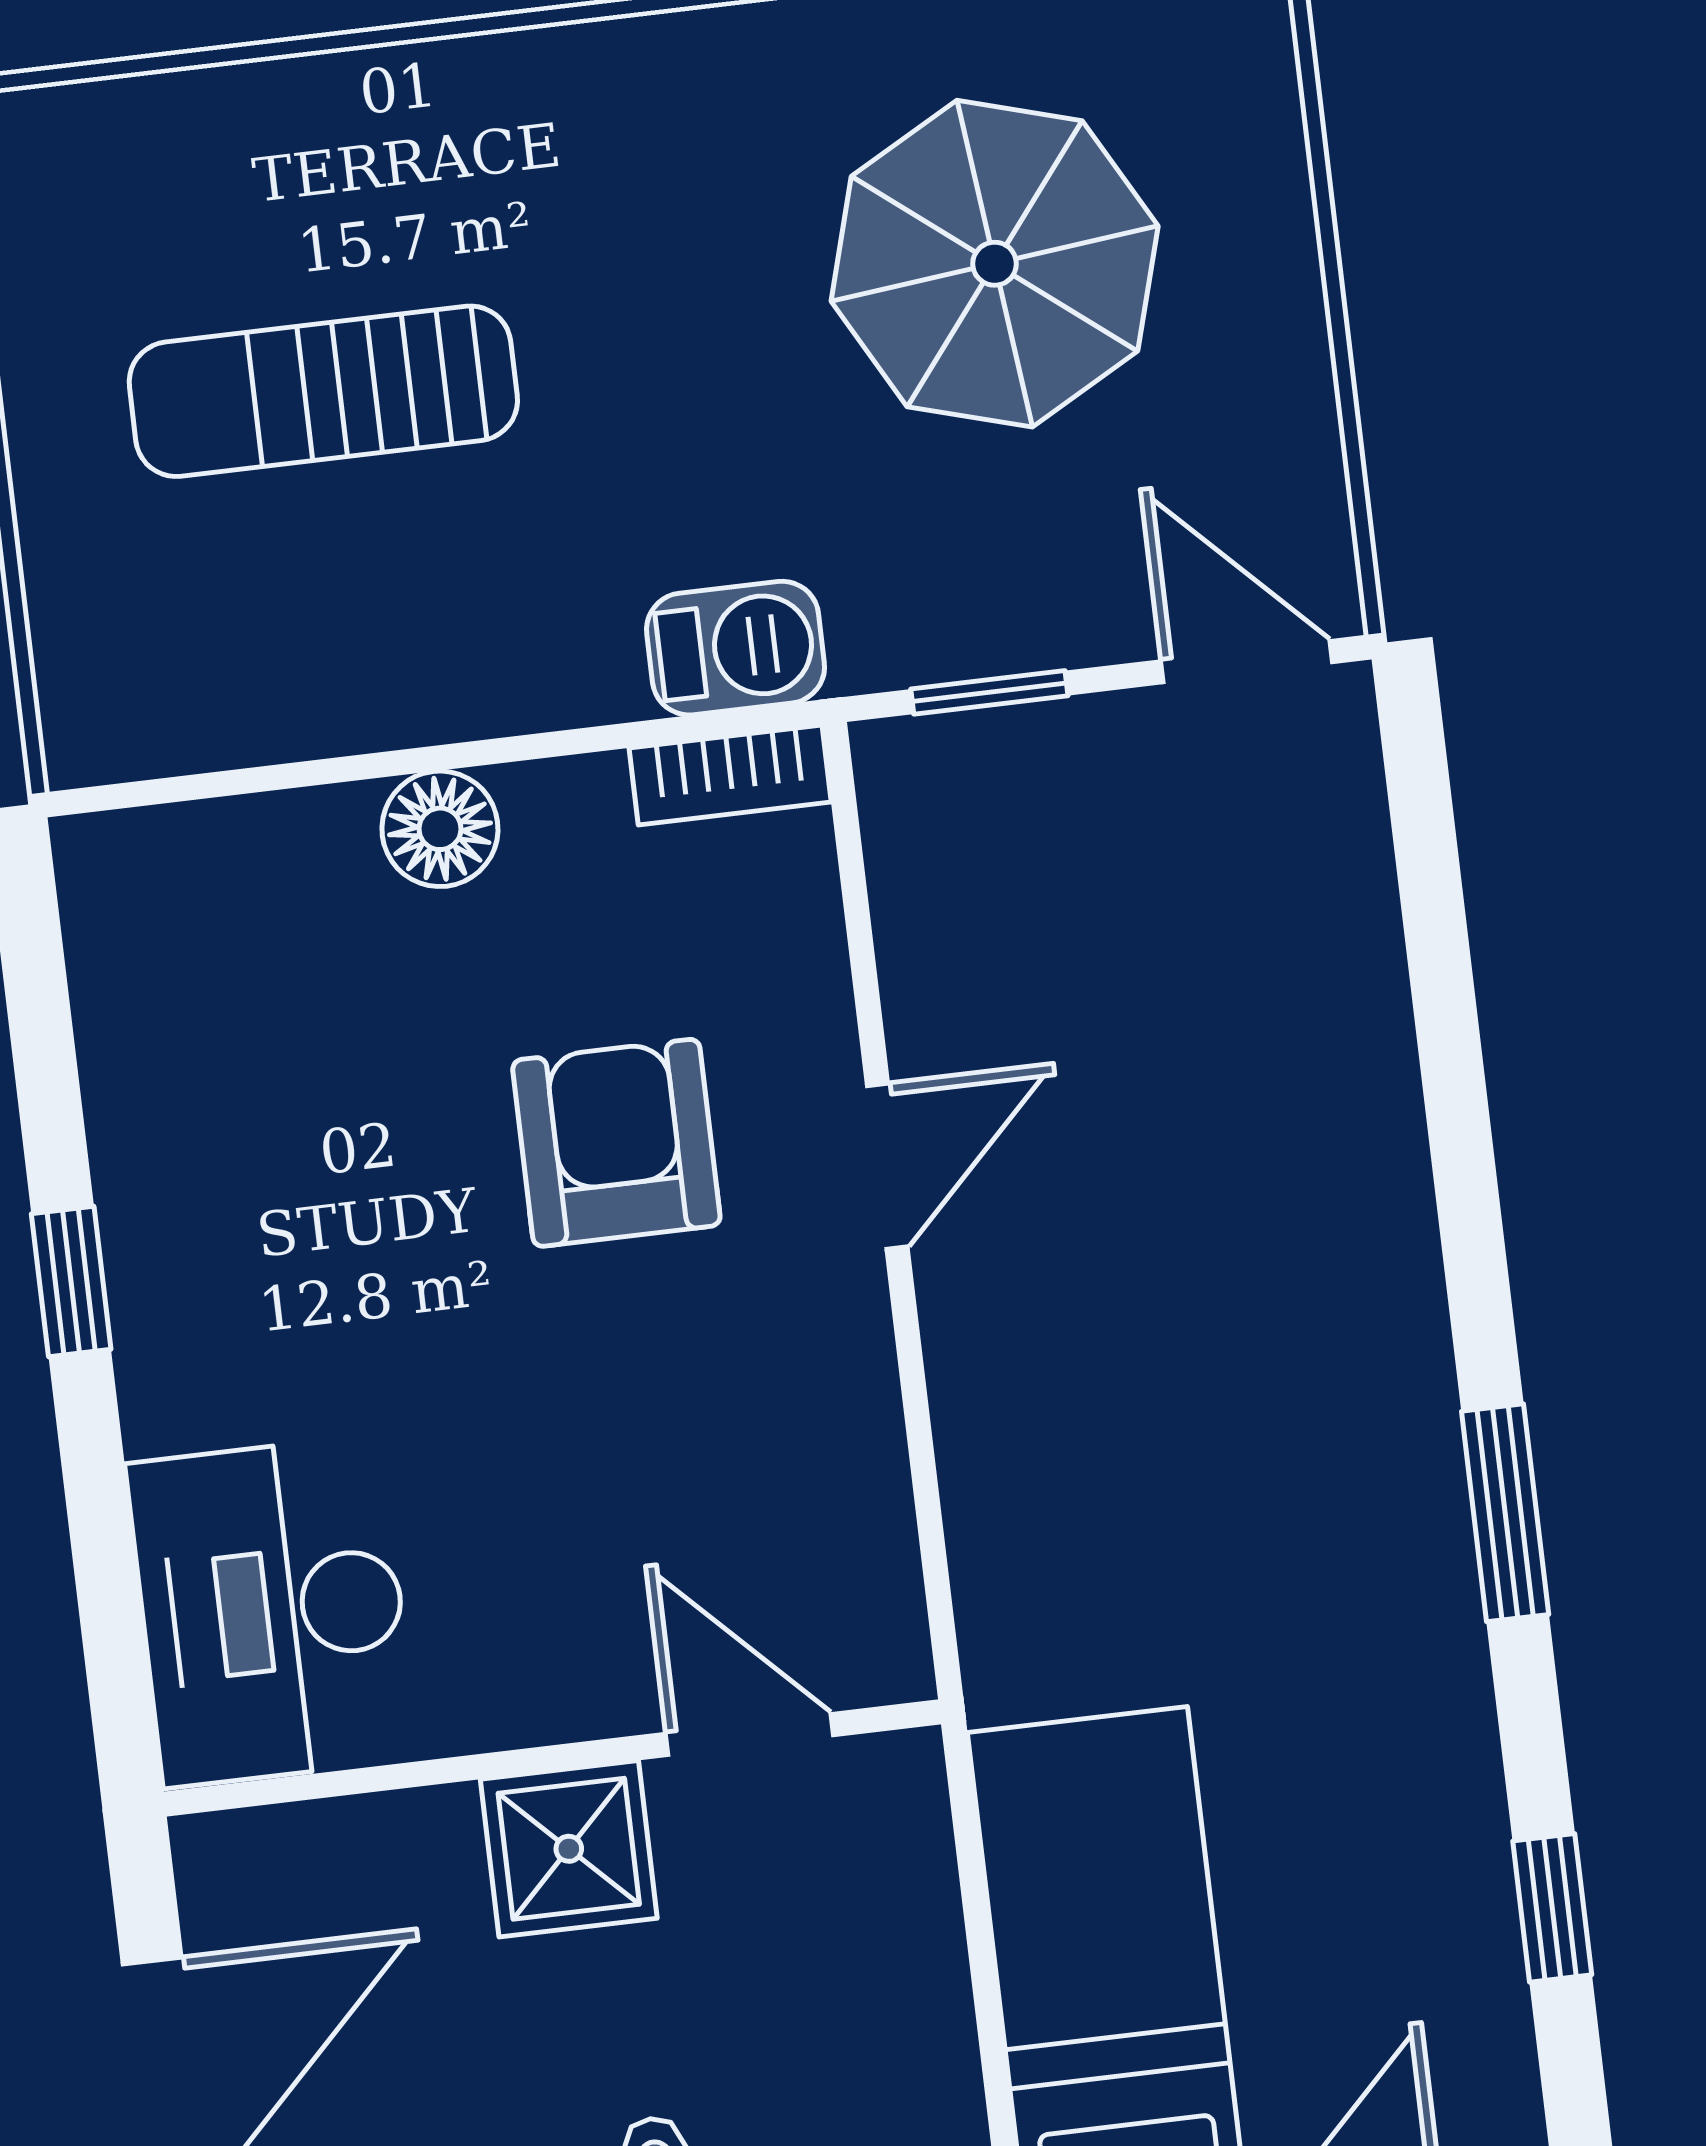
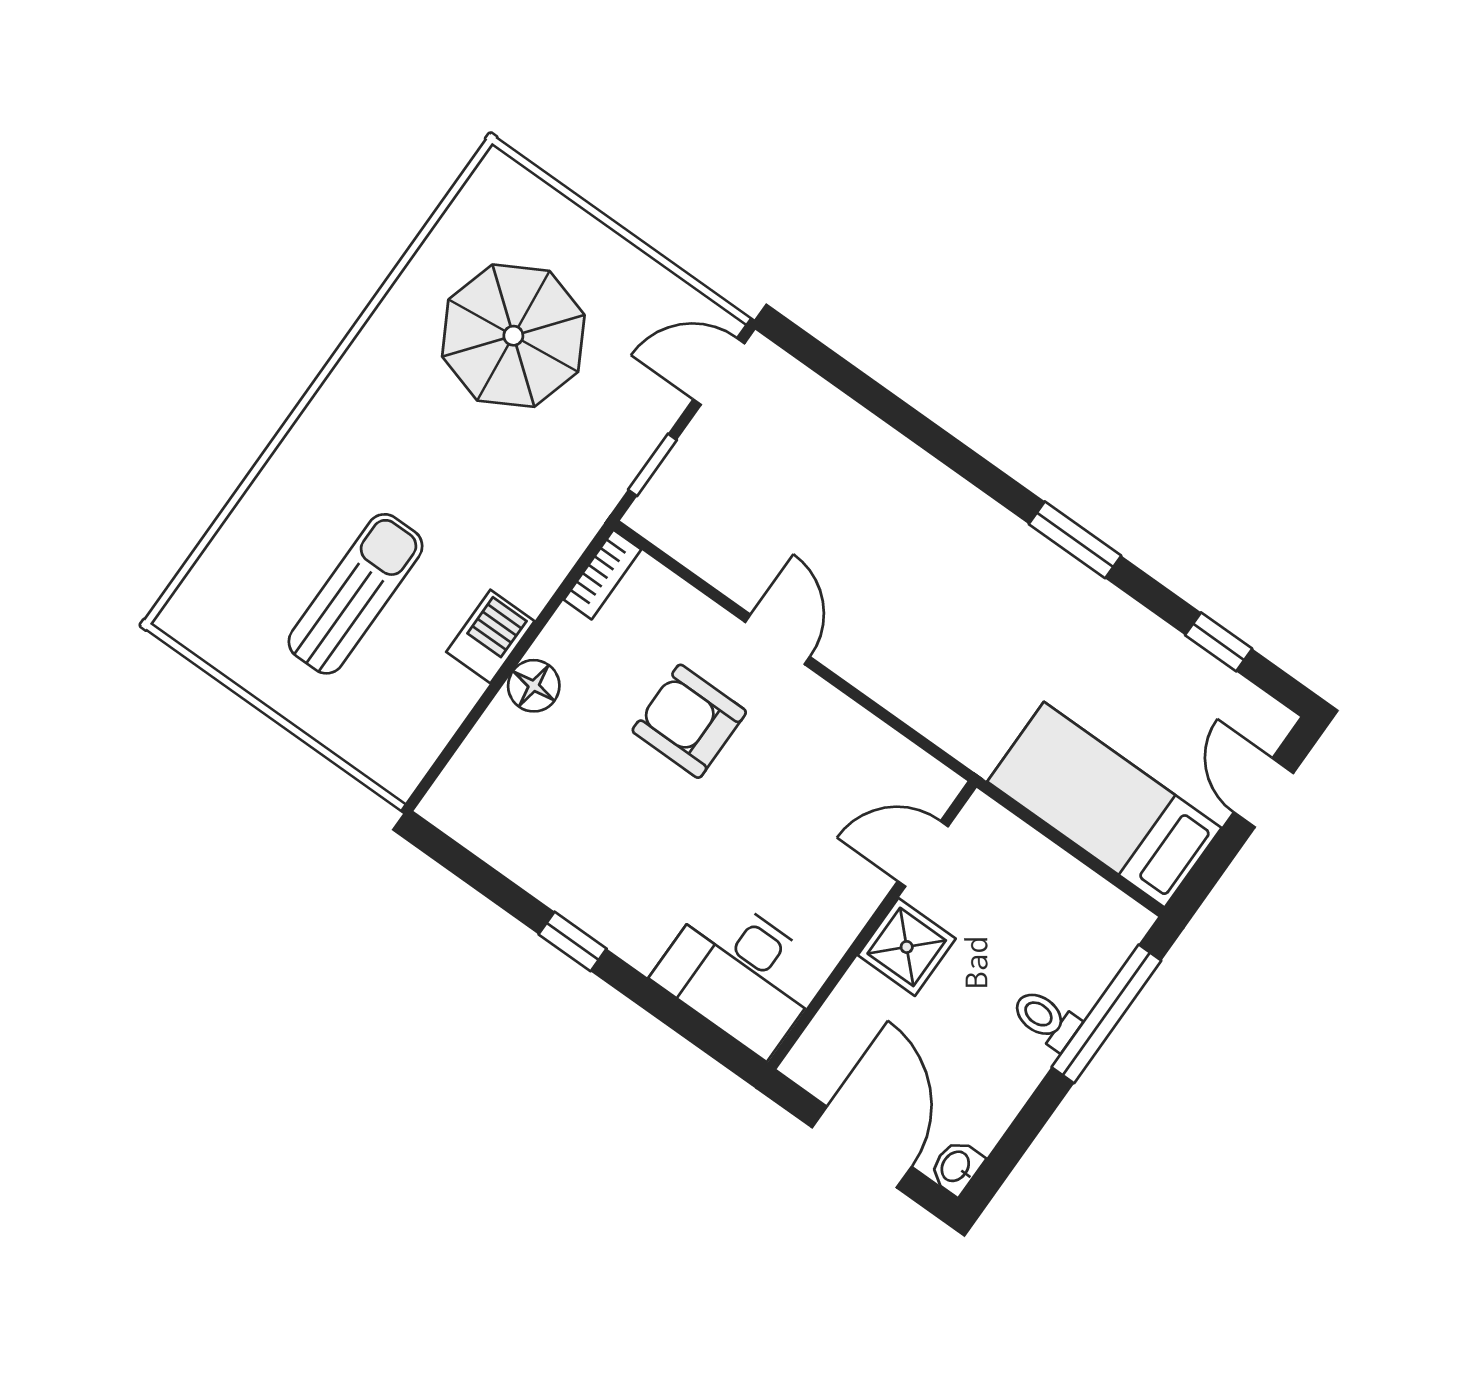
sun lounger: (323, 391) -> (355, 594), turned 180
barbecue: (736, 648) -> (490, 637), moved

